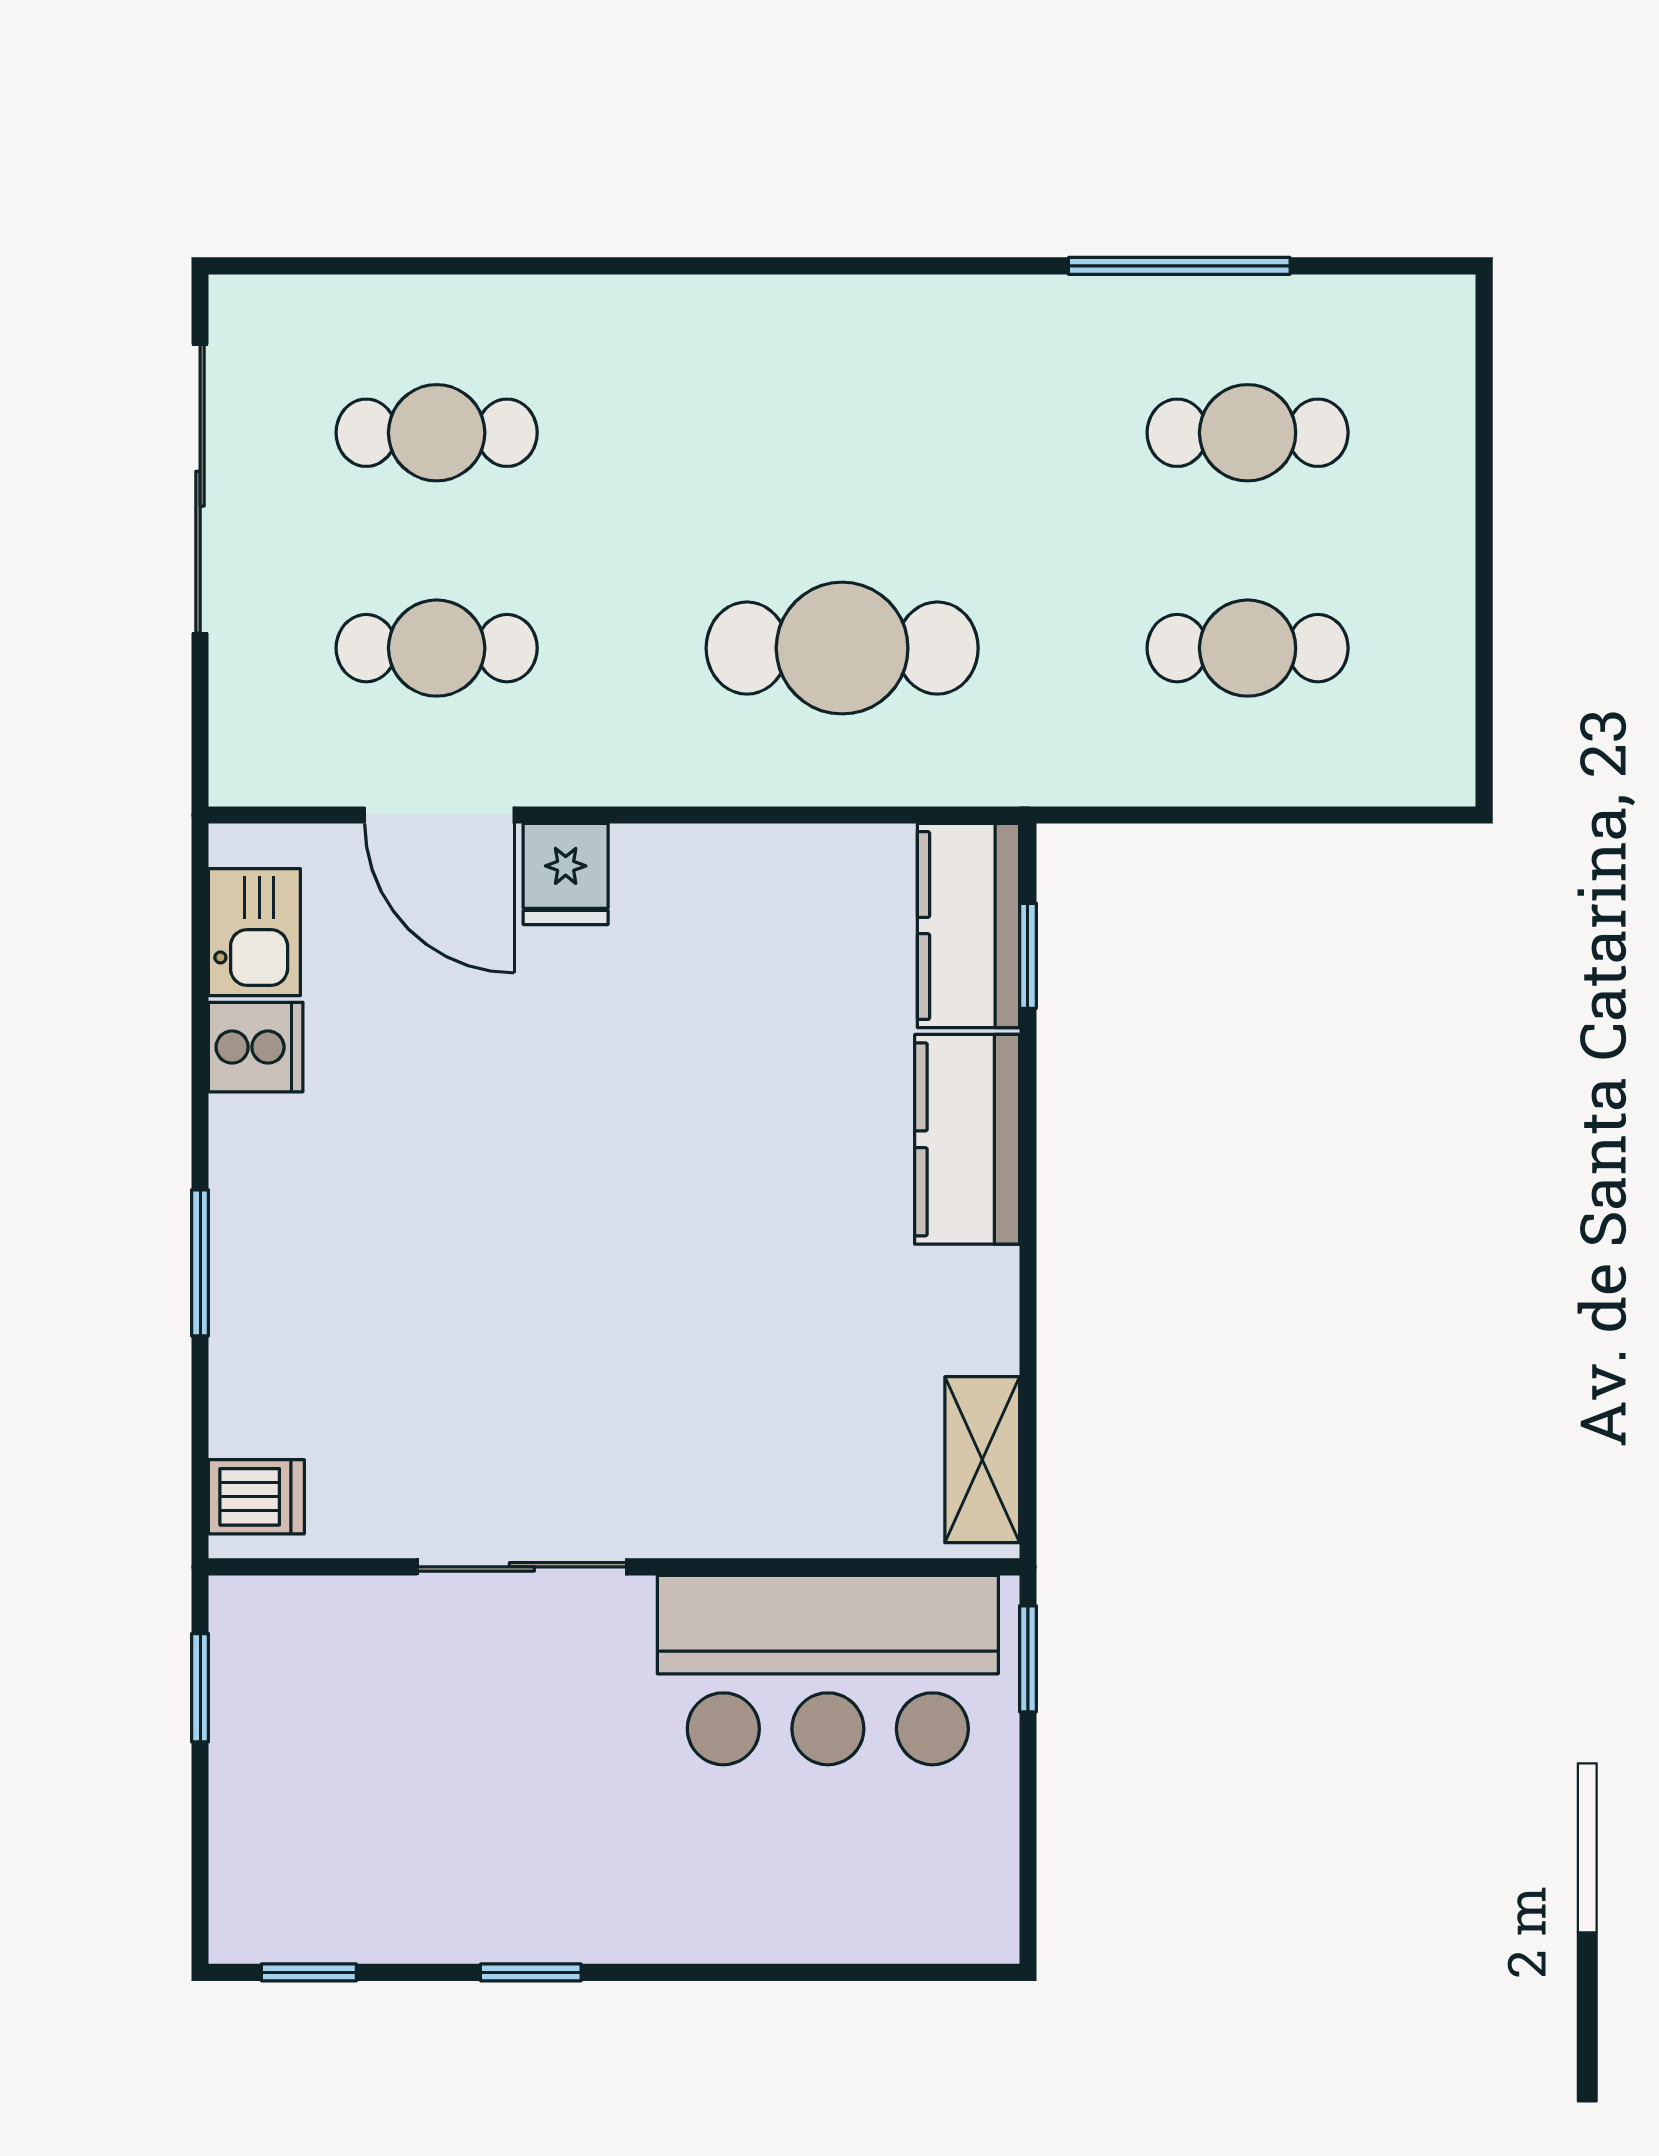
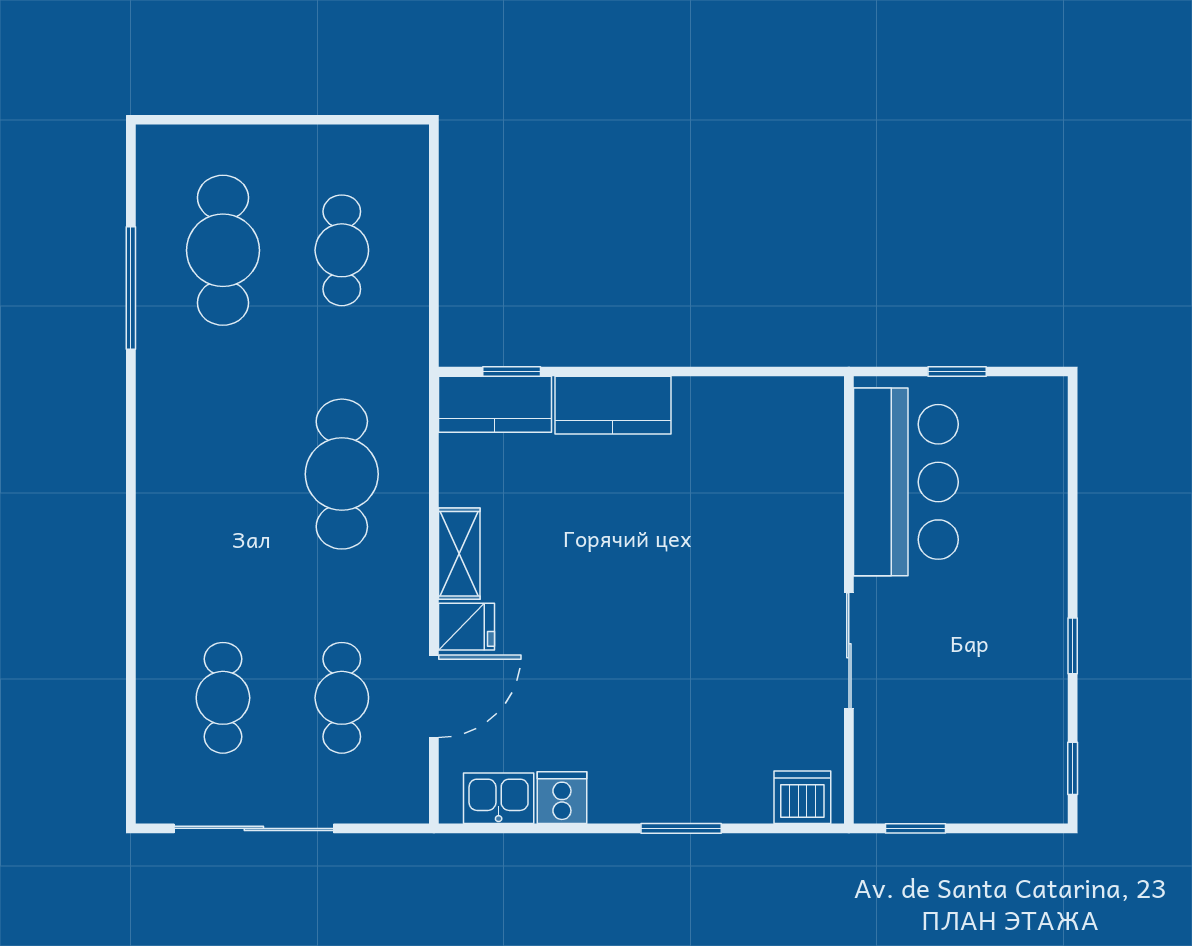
cafe table: (1248, 433) -> (223, 250), width x1.37, depth x1.35
shelving: (982, 1460) -> (459, 554), moved, turned 90
dishwasher: (256, 1497) -> (802, 797), width x1.38
window: (1028, 1659) -> (957, 371), moved

